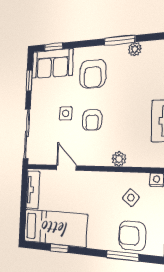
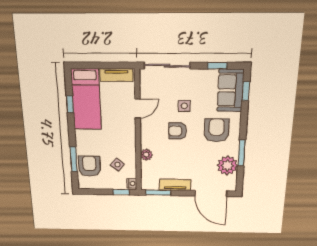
plant: (135, 49) -> (227, 165), width x1.88, depth x1.88
armchair: (93, 74) -> (216, 130), turned 90

